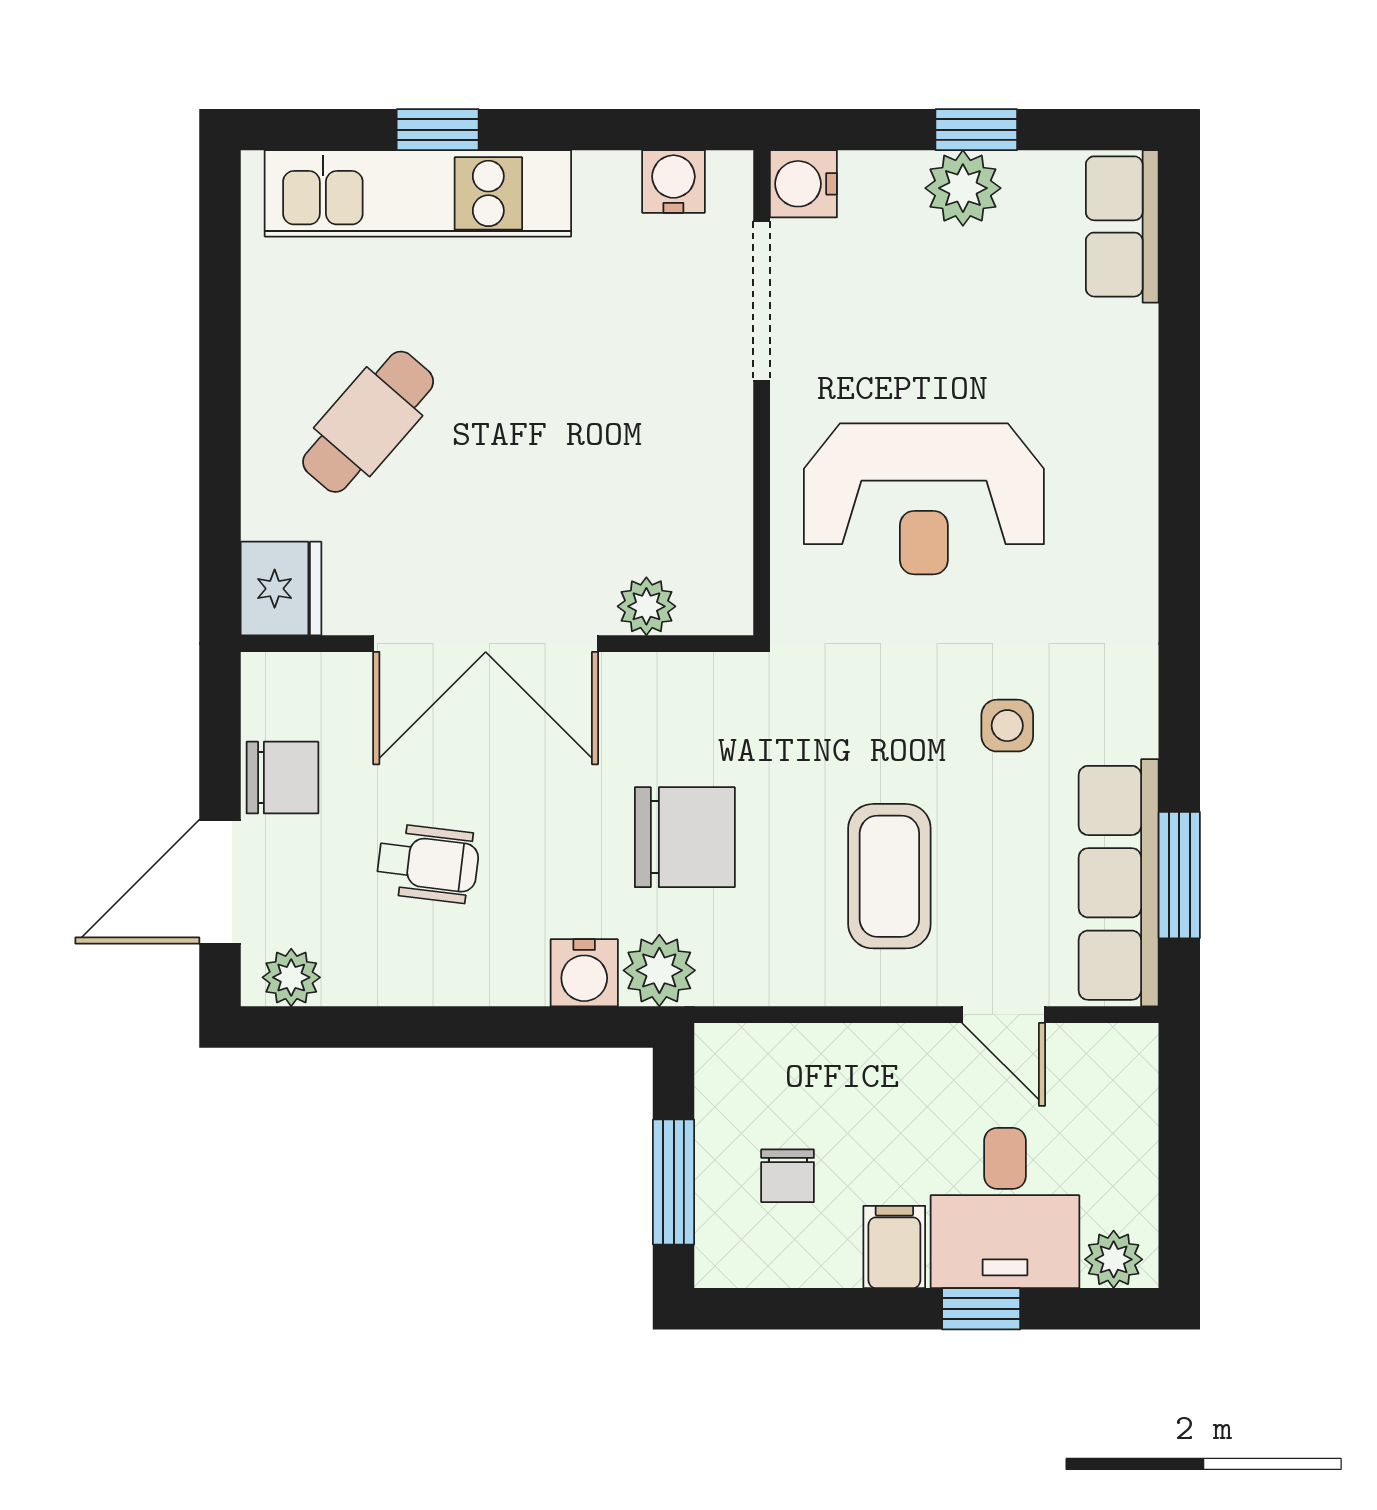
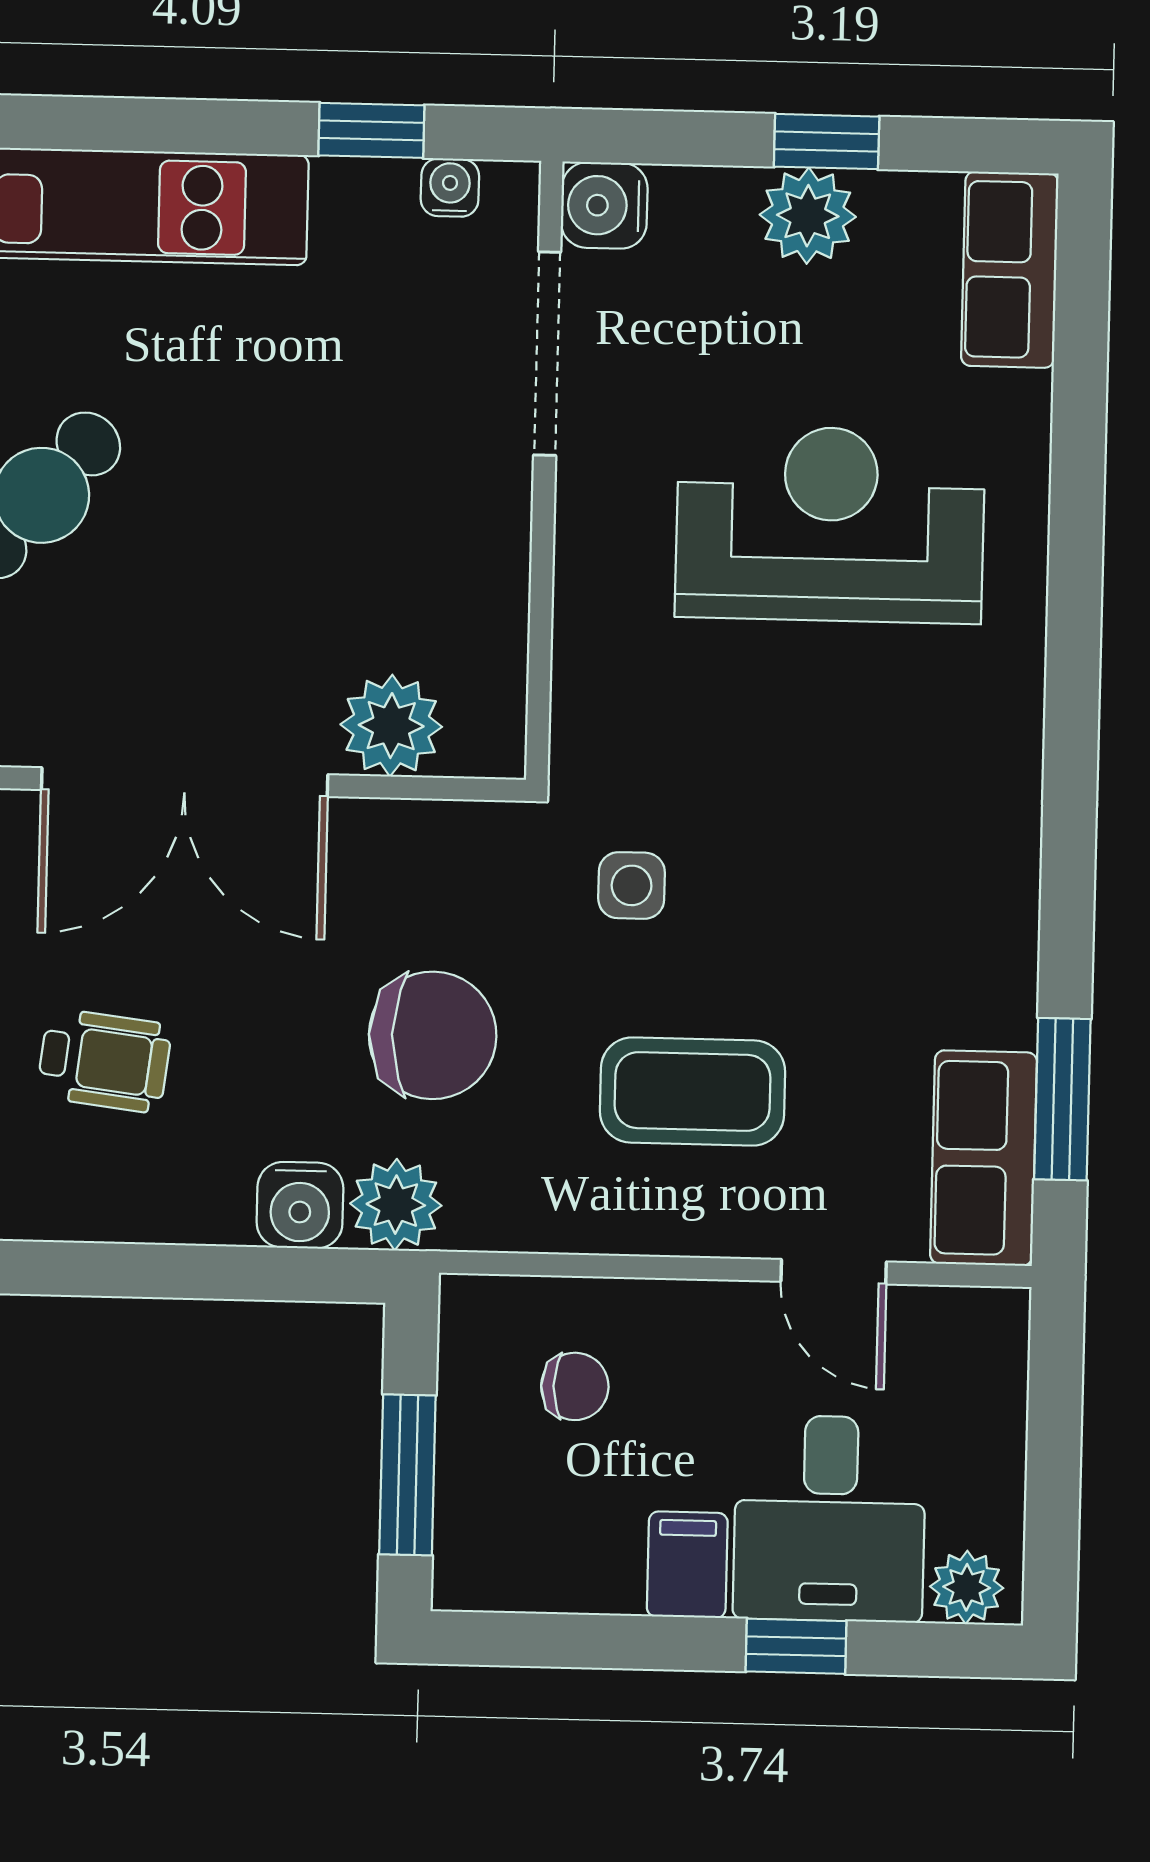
window: (438, 130) -> (371, 130), moved
water cooler: (673, 182) -> (450, 188), width x0.72, depth x0.72
reception desk: (924, 499) -> (830, 524), moved, turned 180
plant: (646, 606) -> (391, 726), width x1.38, depth x1.38
side table: (1007, 726) -> (632, 885), moved
coffee table: (889, 876) -> (693, 1091), turned 90
row of seats: (1119, 883) -> (984, 1158), width x0.68
chair: (788, 1176) -> (575, 1386), moved, turned -90

